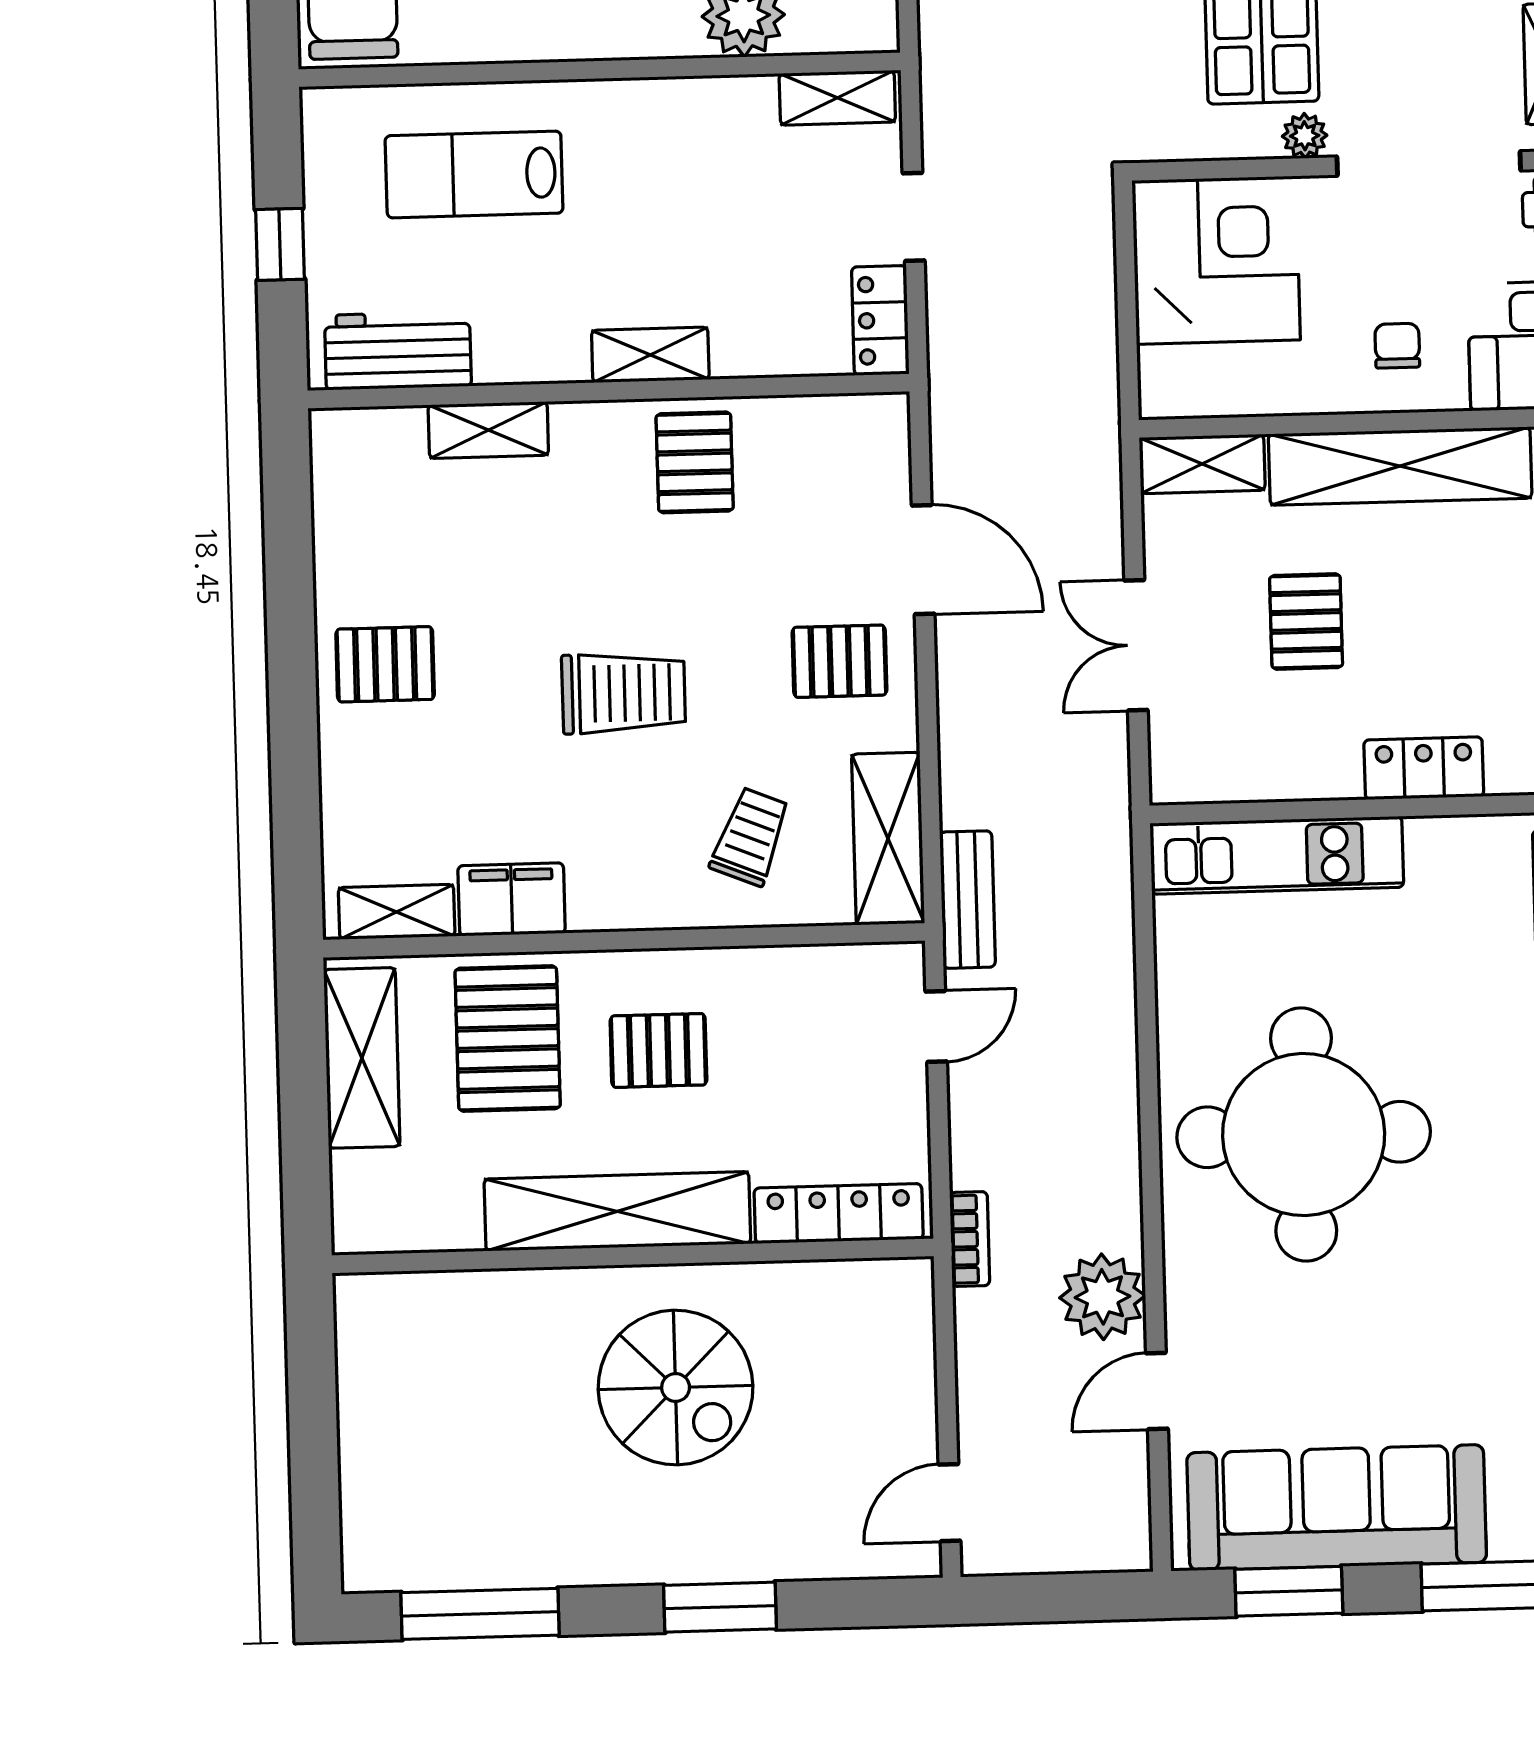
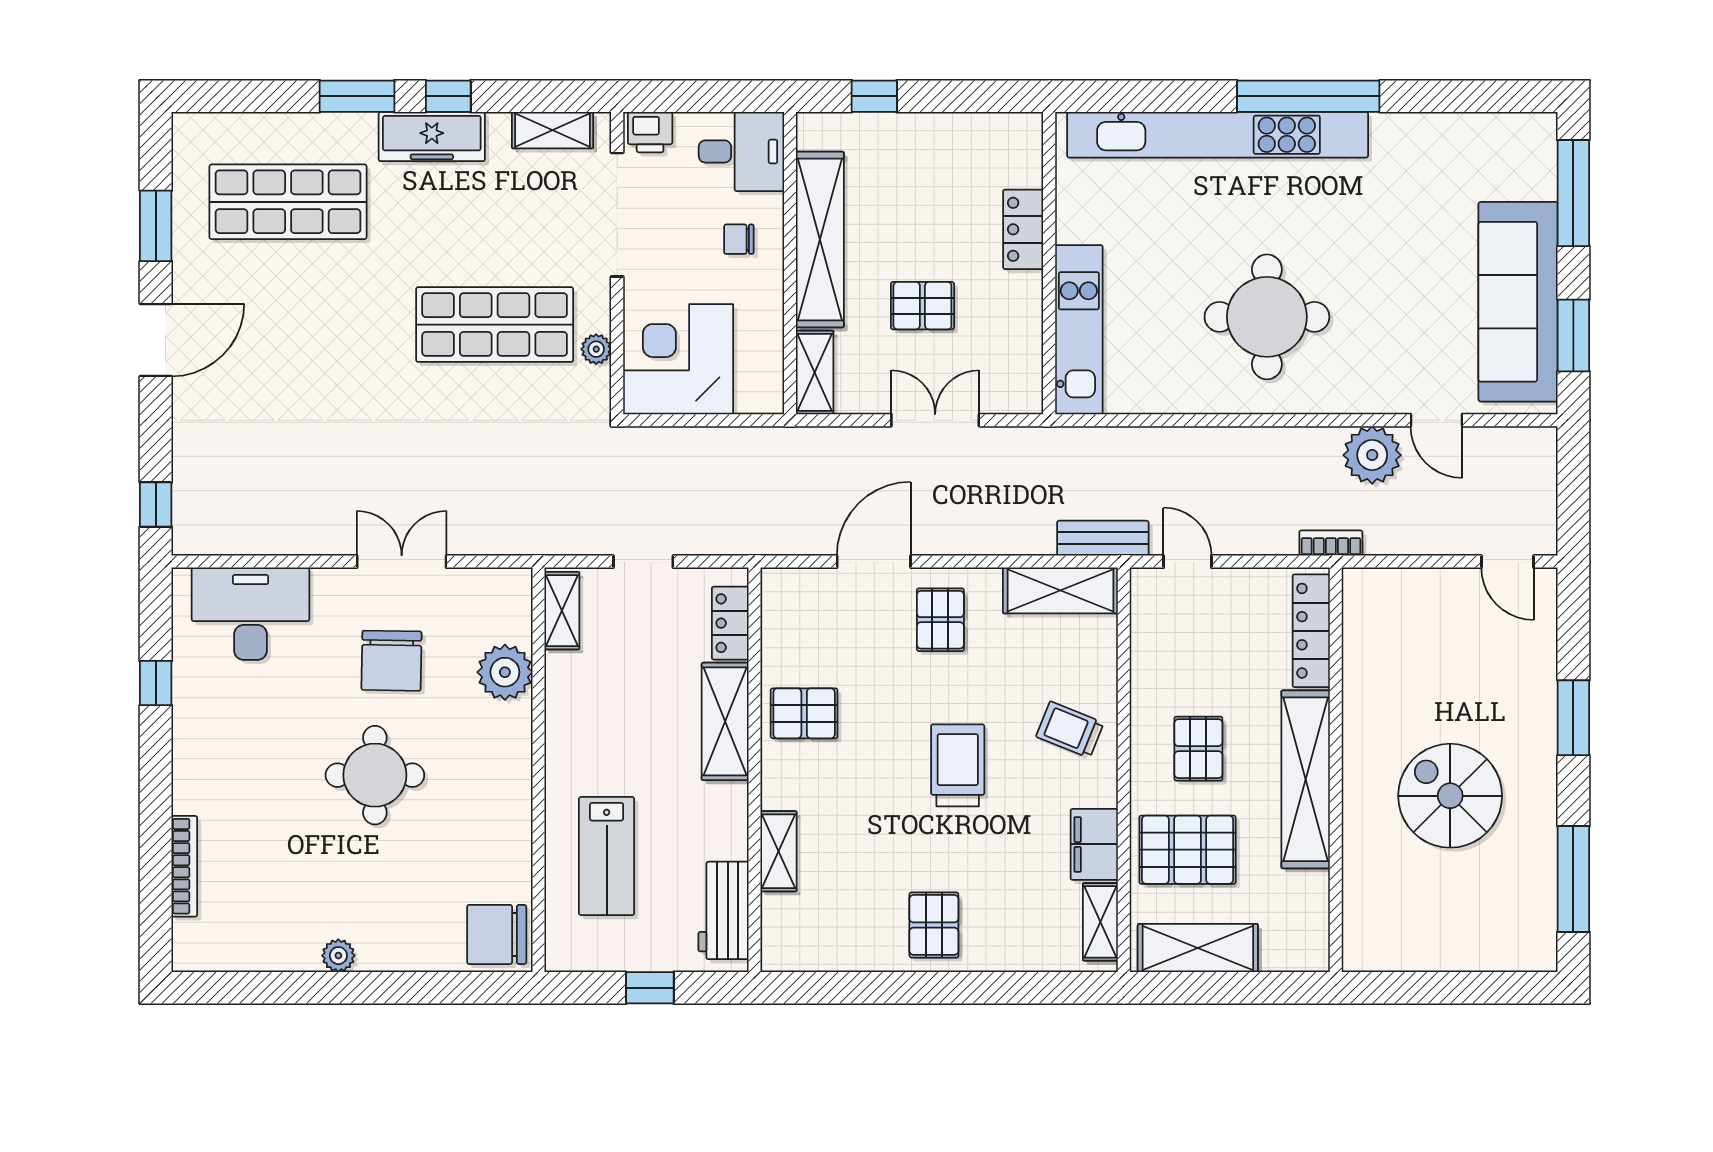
plant: (1305, 136) -> (596, 349), moved
locker: (880, 320) -> (730, 623), moved, turned 90
shelving: (650, 355) -> (725, 721), width x1.50, depth x1.33
double door: (1136, 645) -> (935, 420), swing flipped
trolley: (750, 837) -> (1070, 730), moved
round table: (1304, 1135) -> (1267, 317), width x0.73, depth x0.73
spiral stairs: (676, 1387) -> (1450, 796), moved, turned -90

